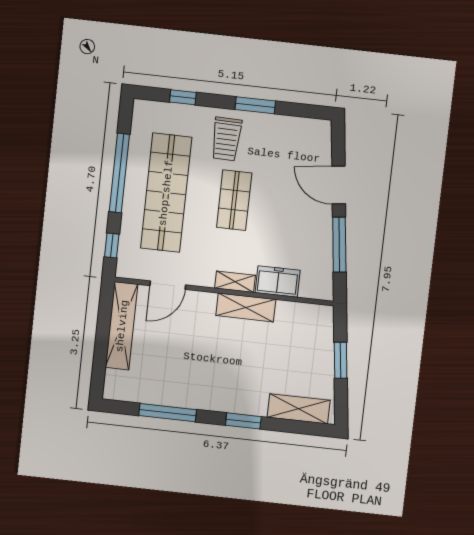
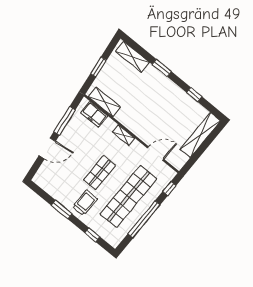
door: (339, 185) -> (47, 148), hinge flipped
freezer: (278, 281) -> (94, 114), moved
shelving: (246, 307) -> (104, 102), moved
shelving: (122, 326) -> (200, 135), moved
window: (168, 413) -> (194, 95), width x0.46

